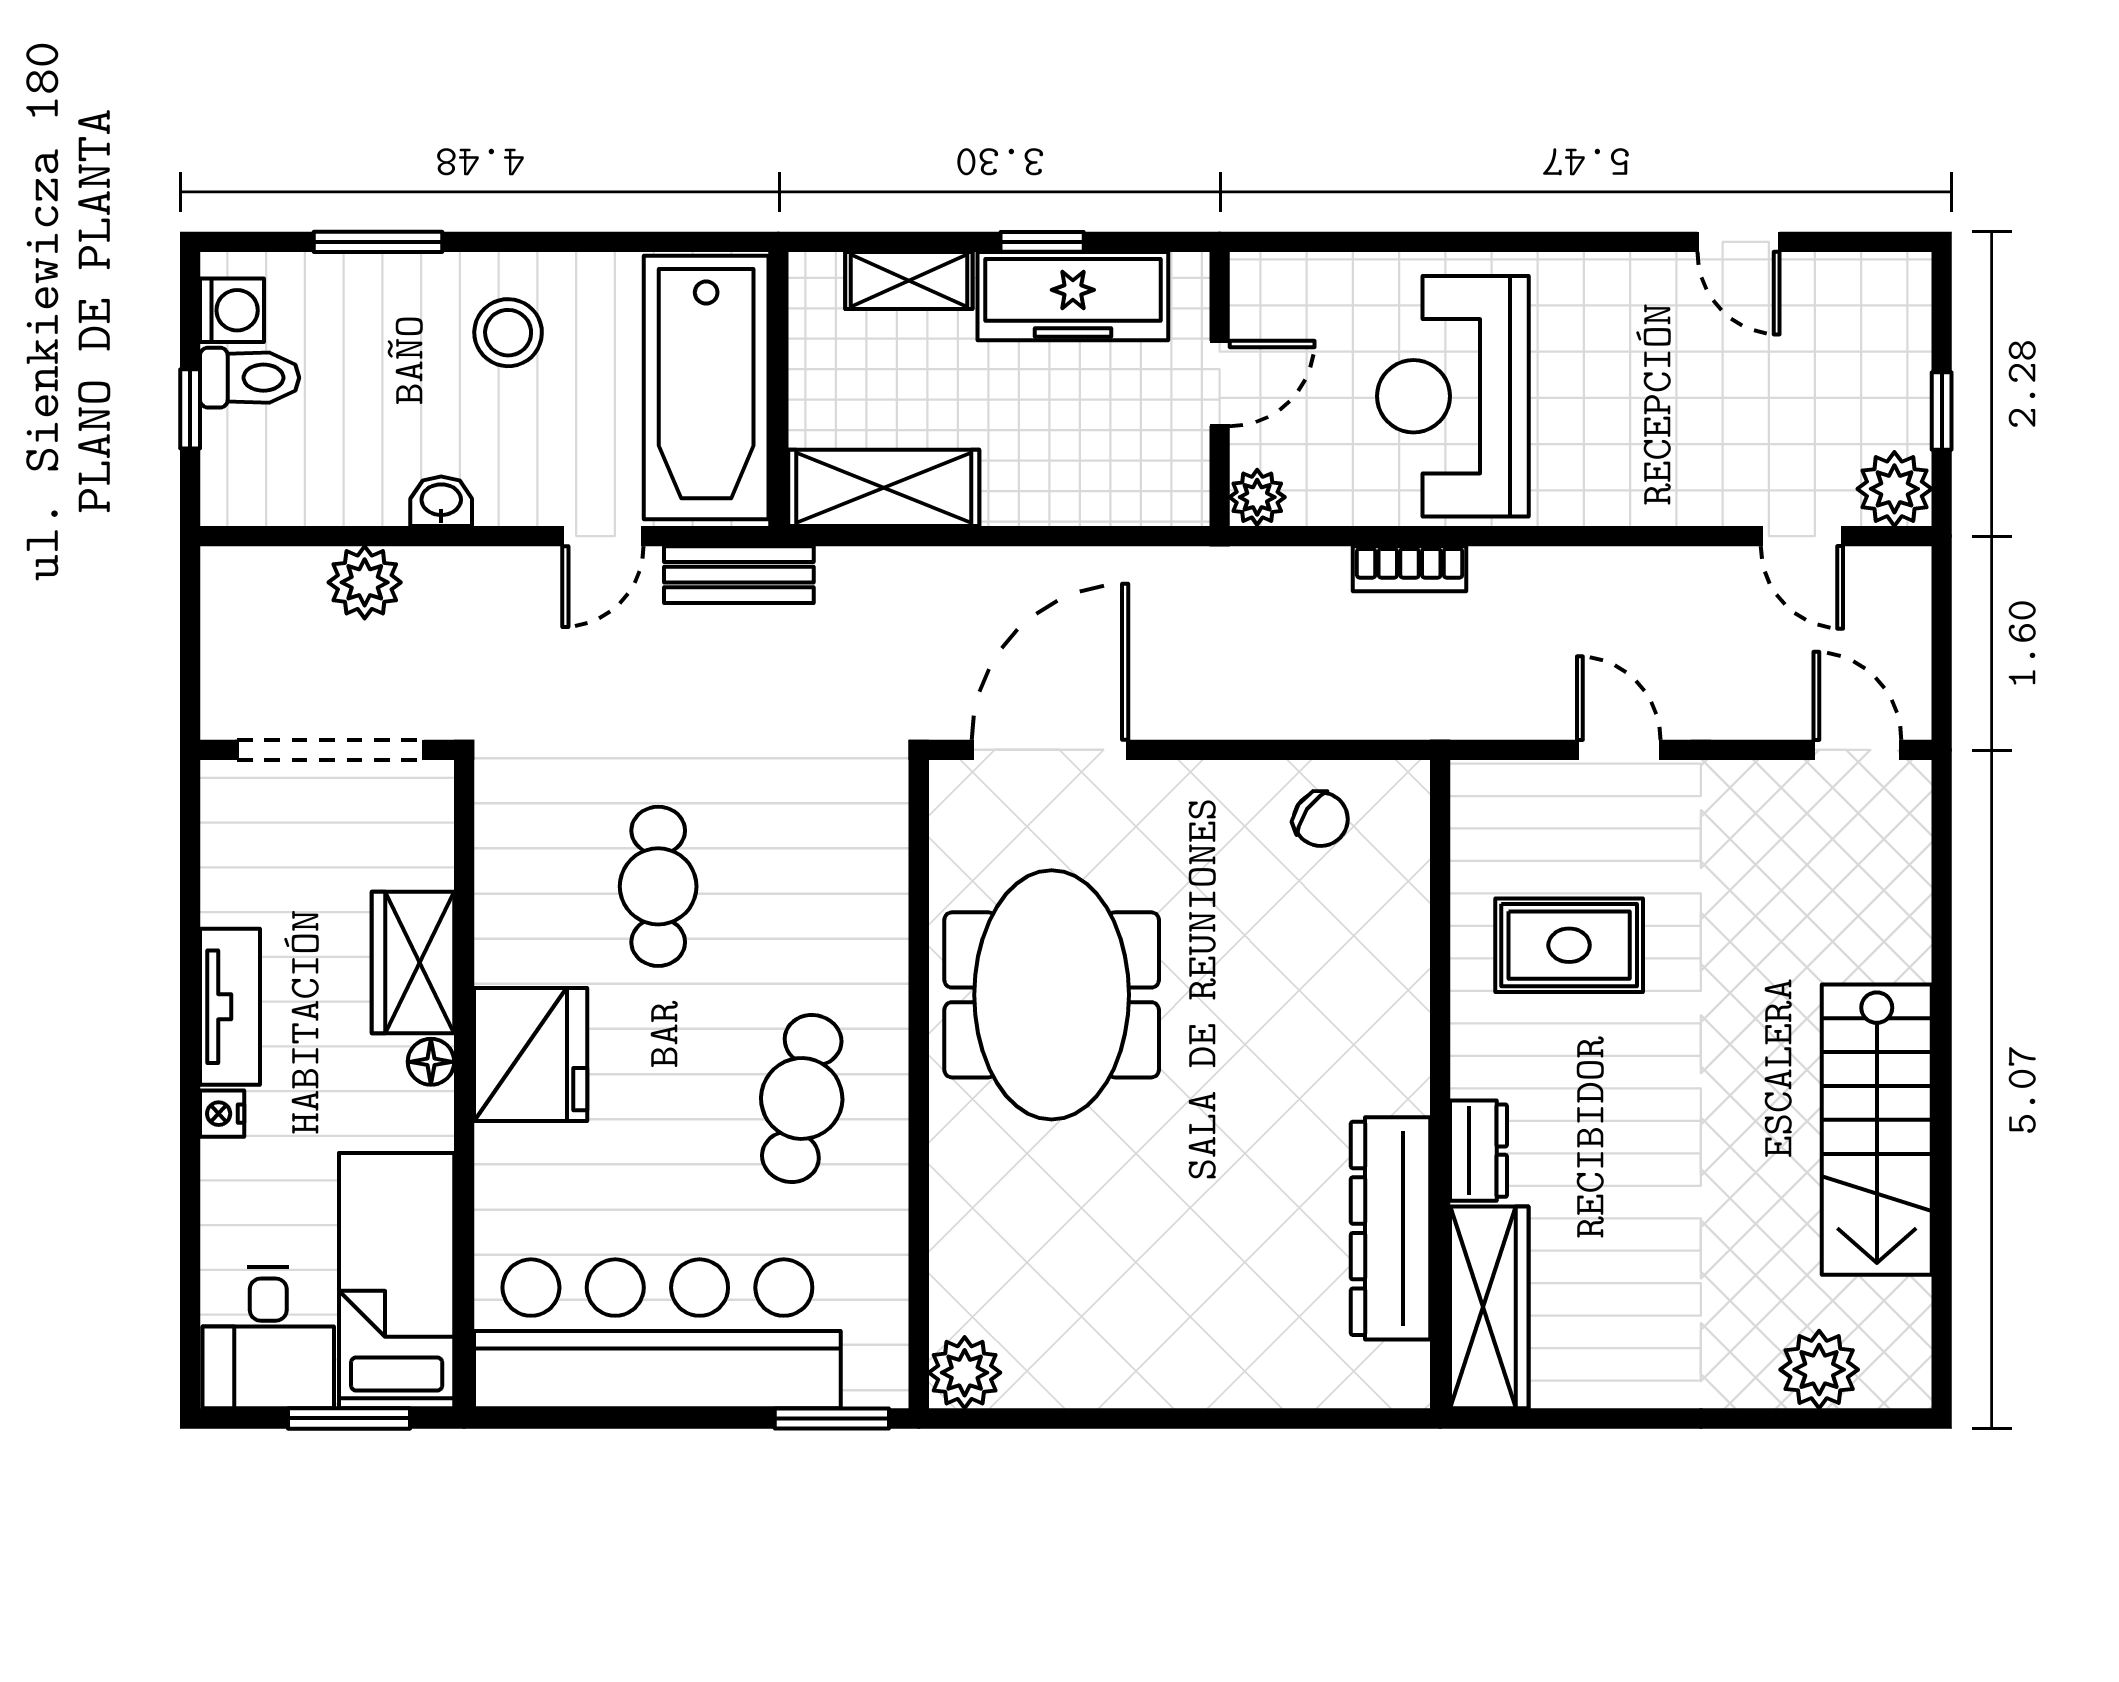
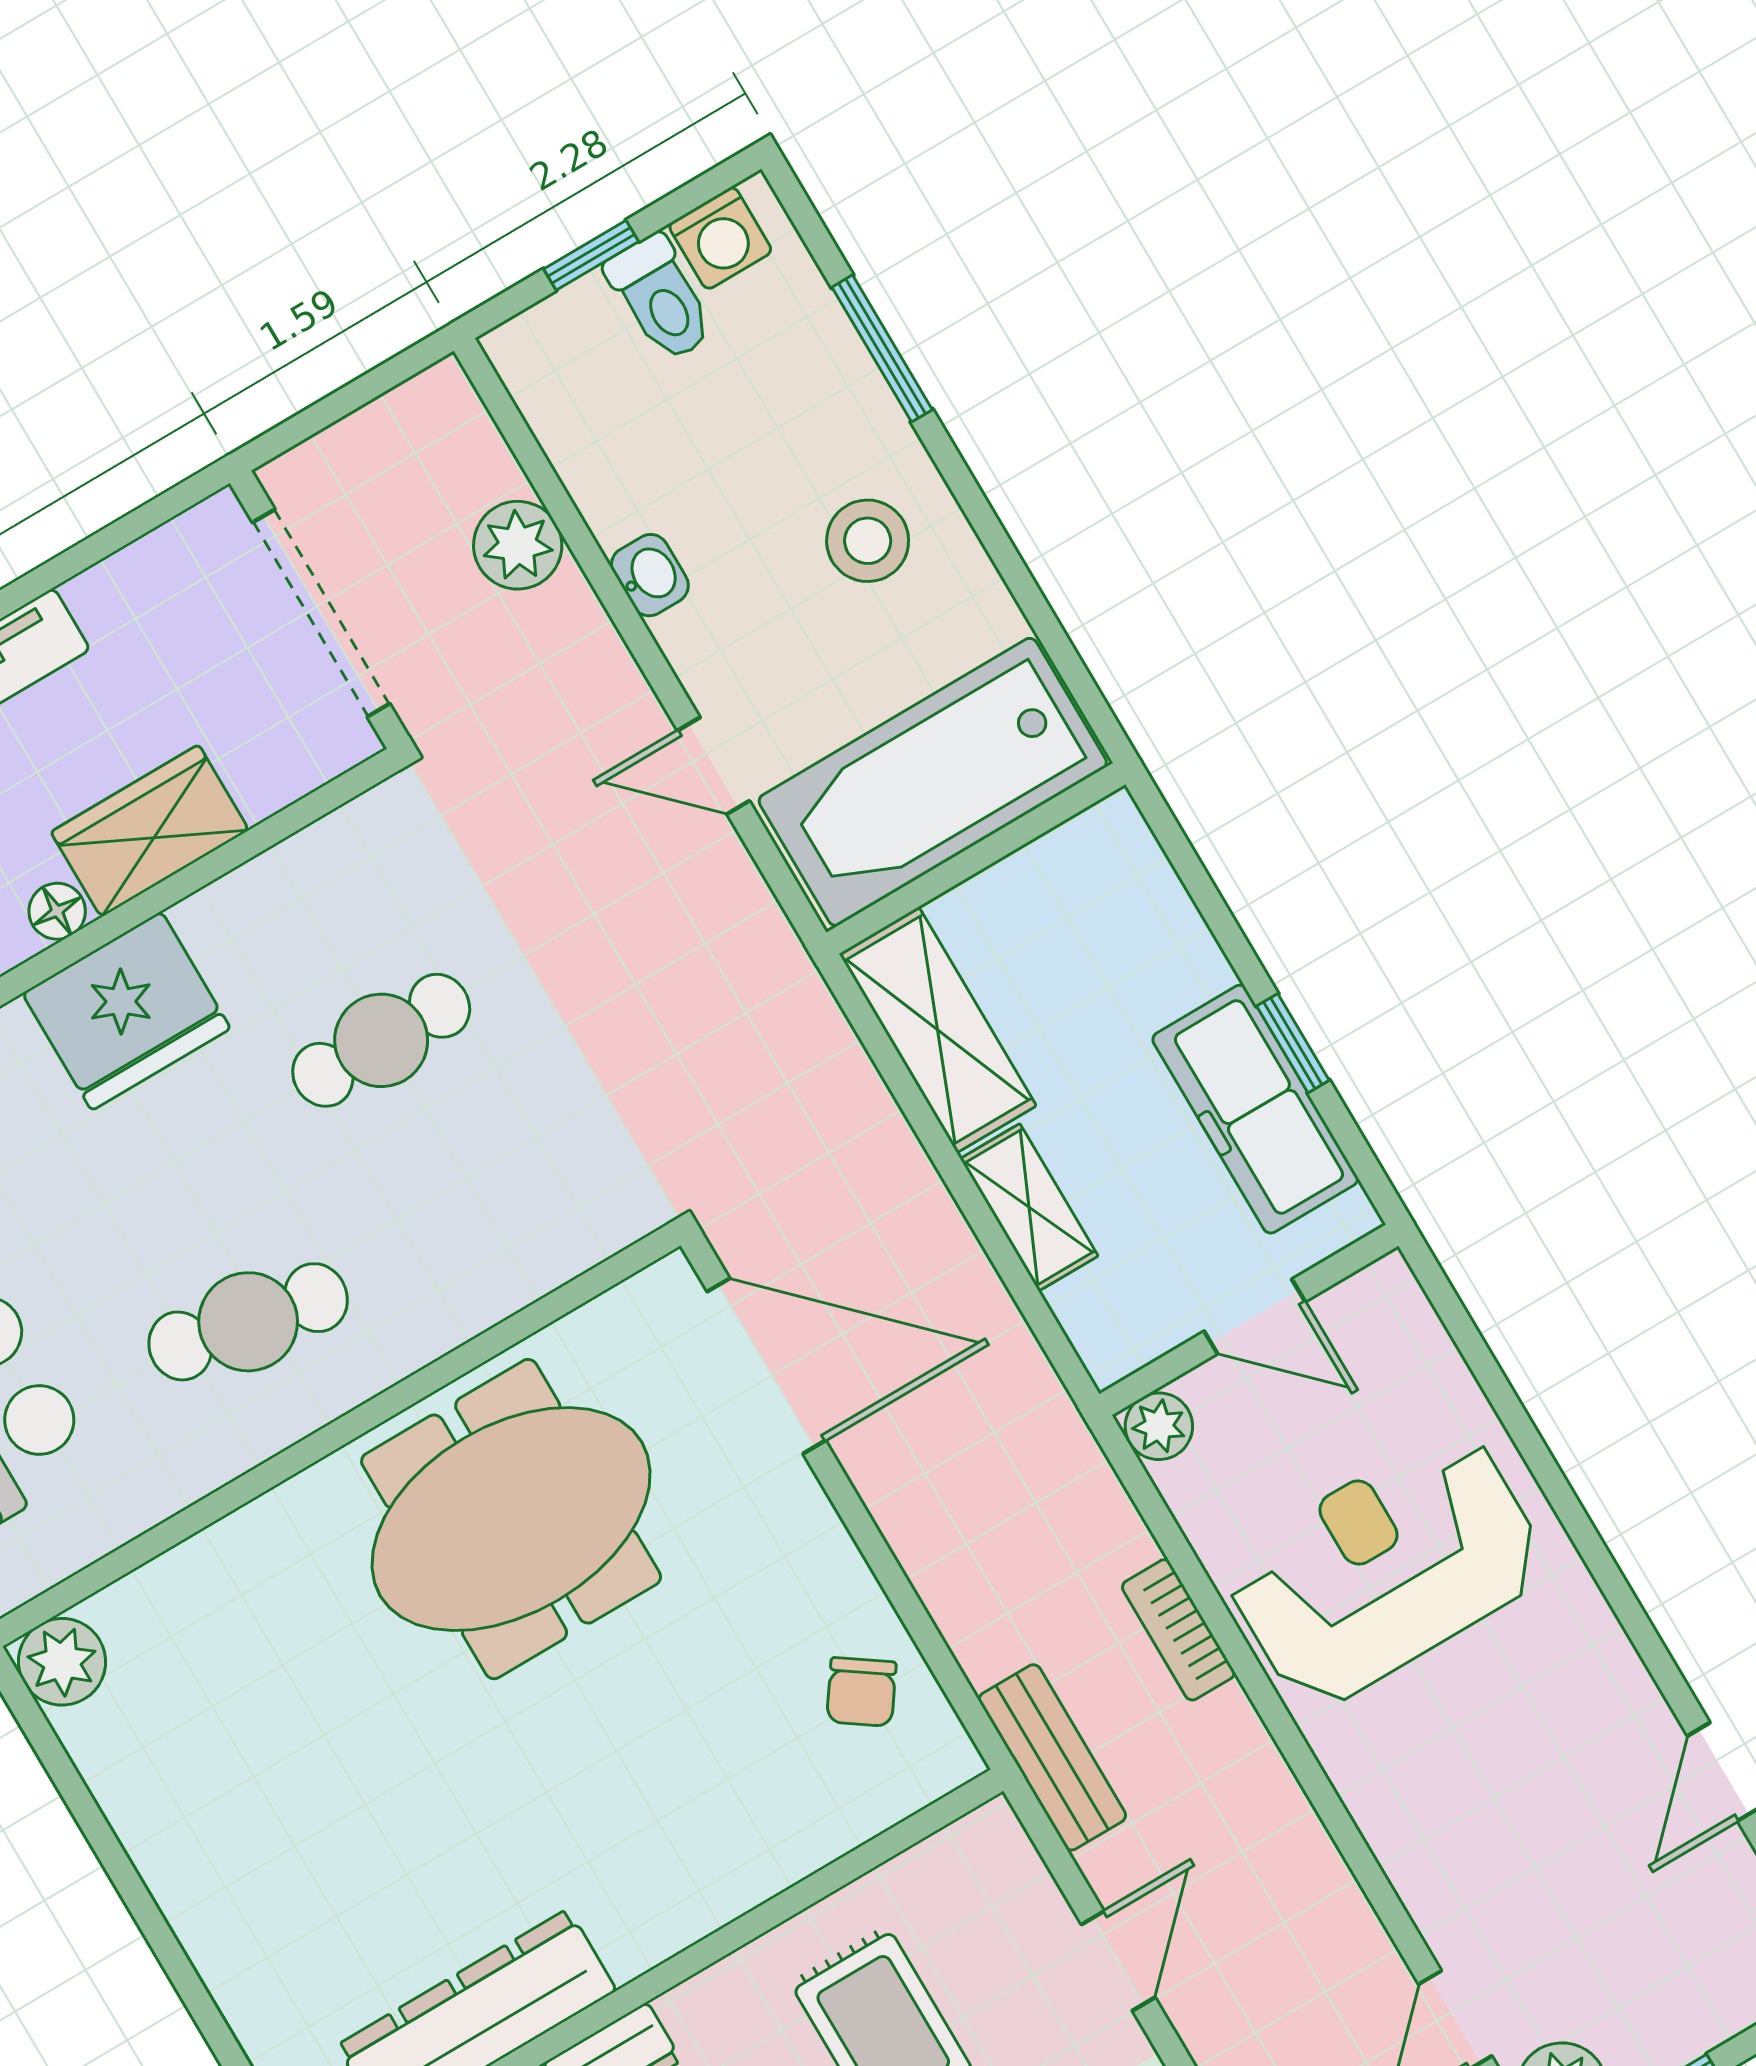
shelving: (909, 280) -> (1029, 1207), moved
bench: (739, 575) -> (1052, 1757), moved

